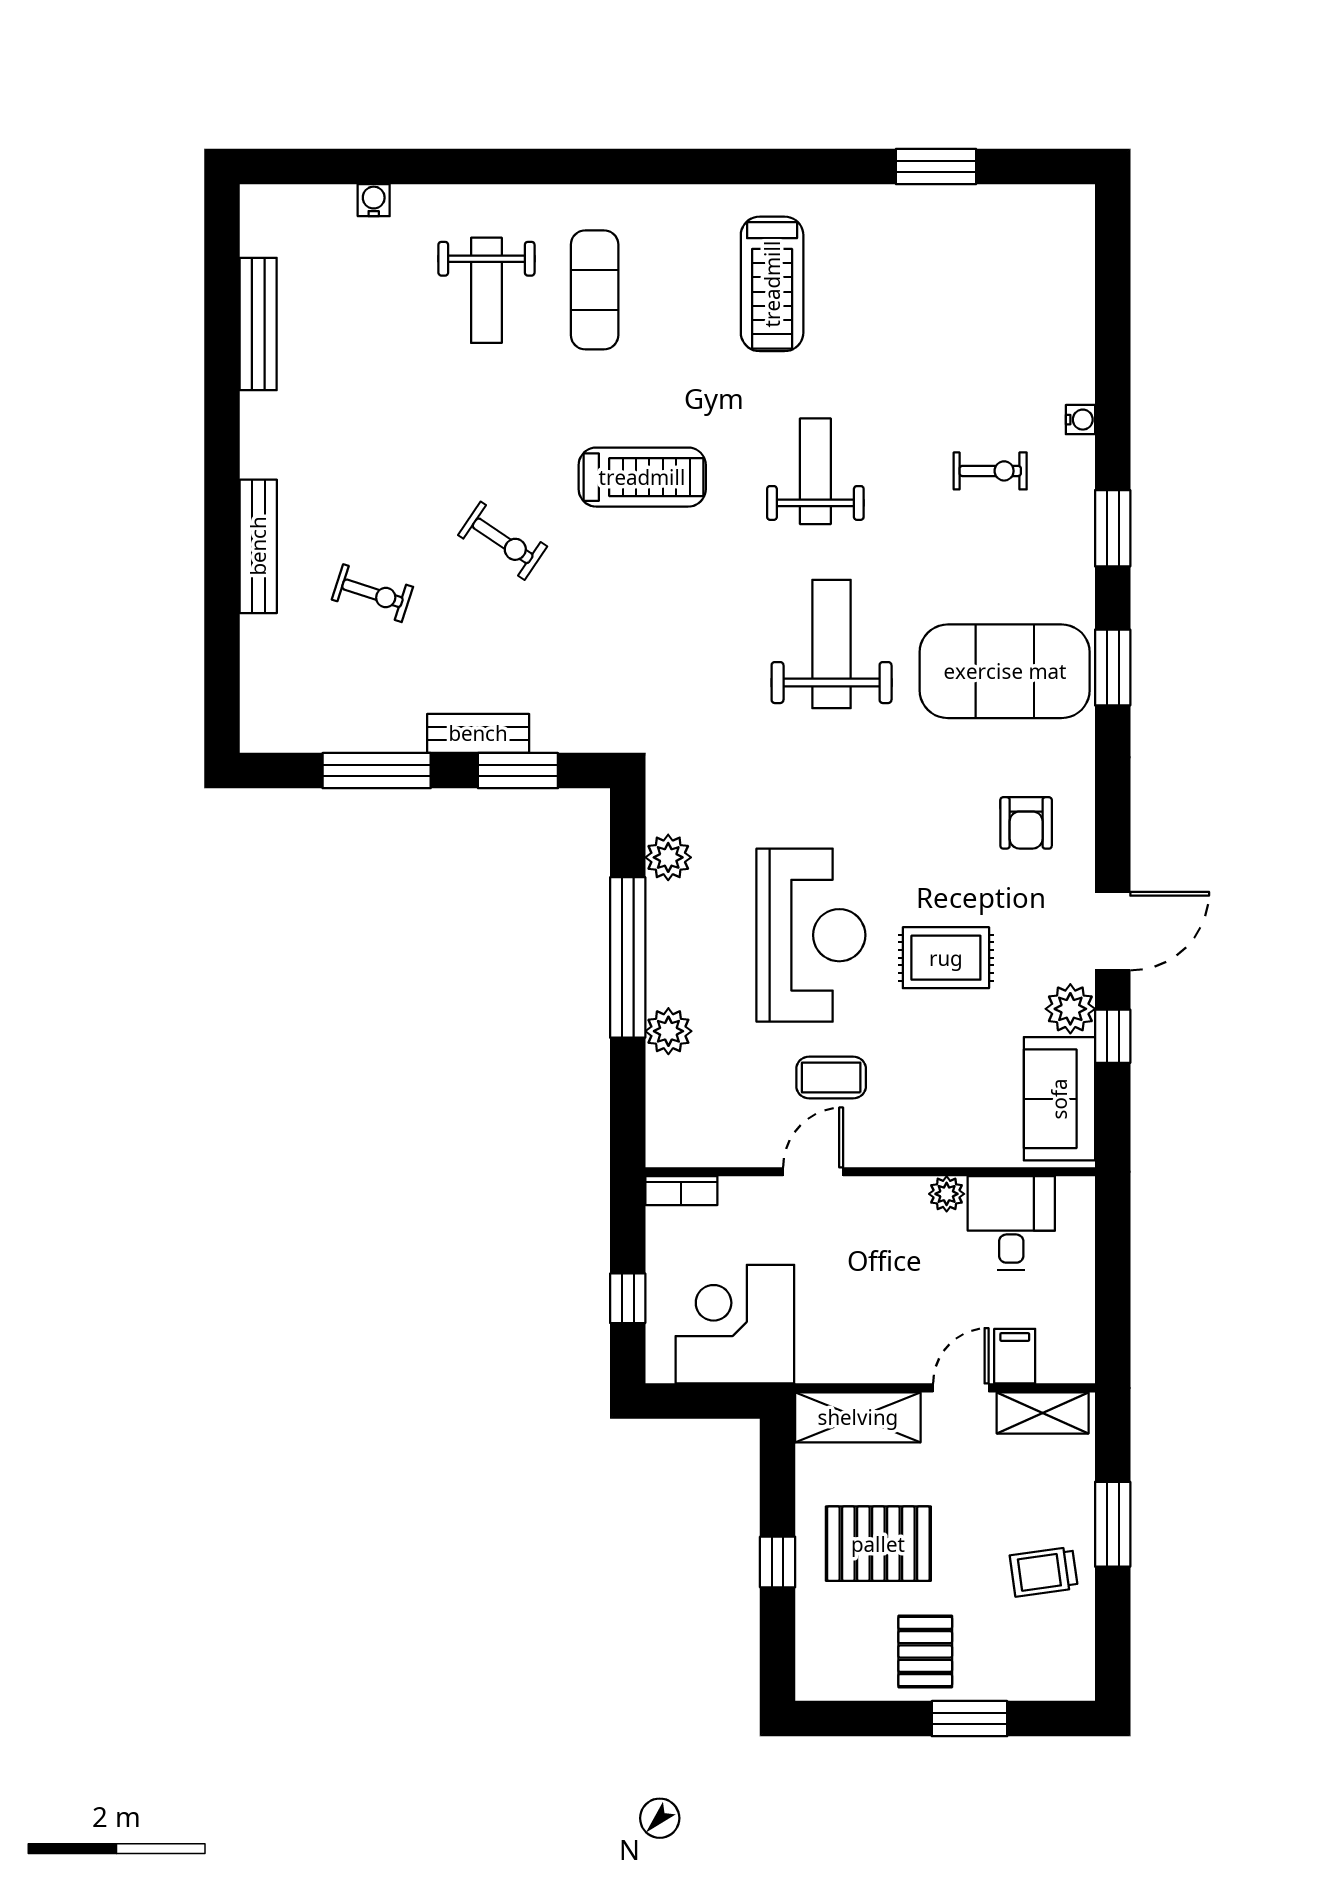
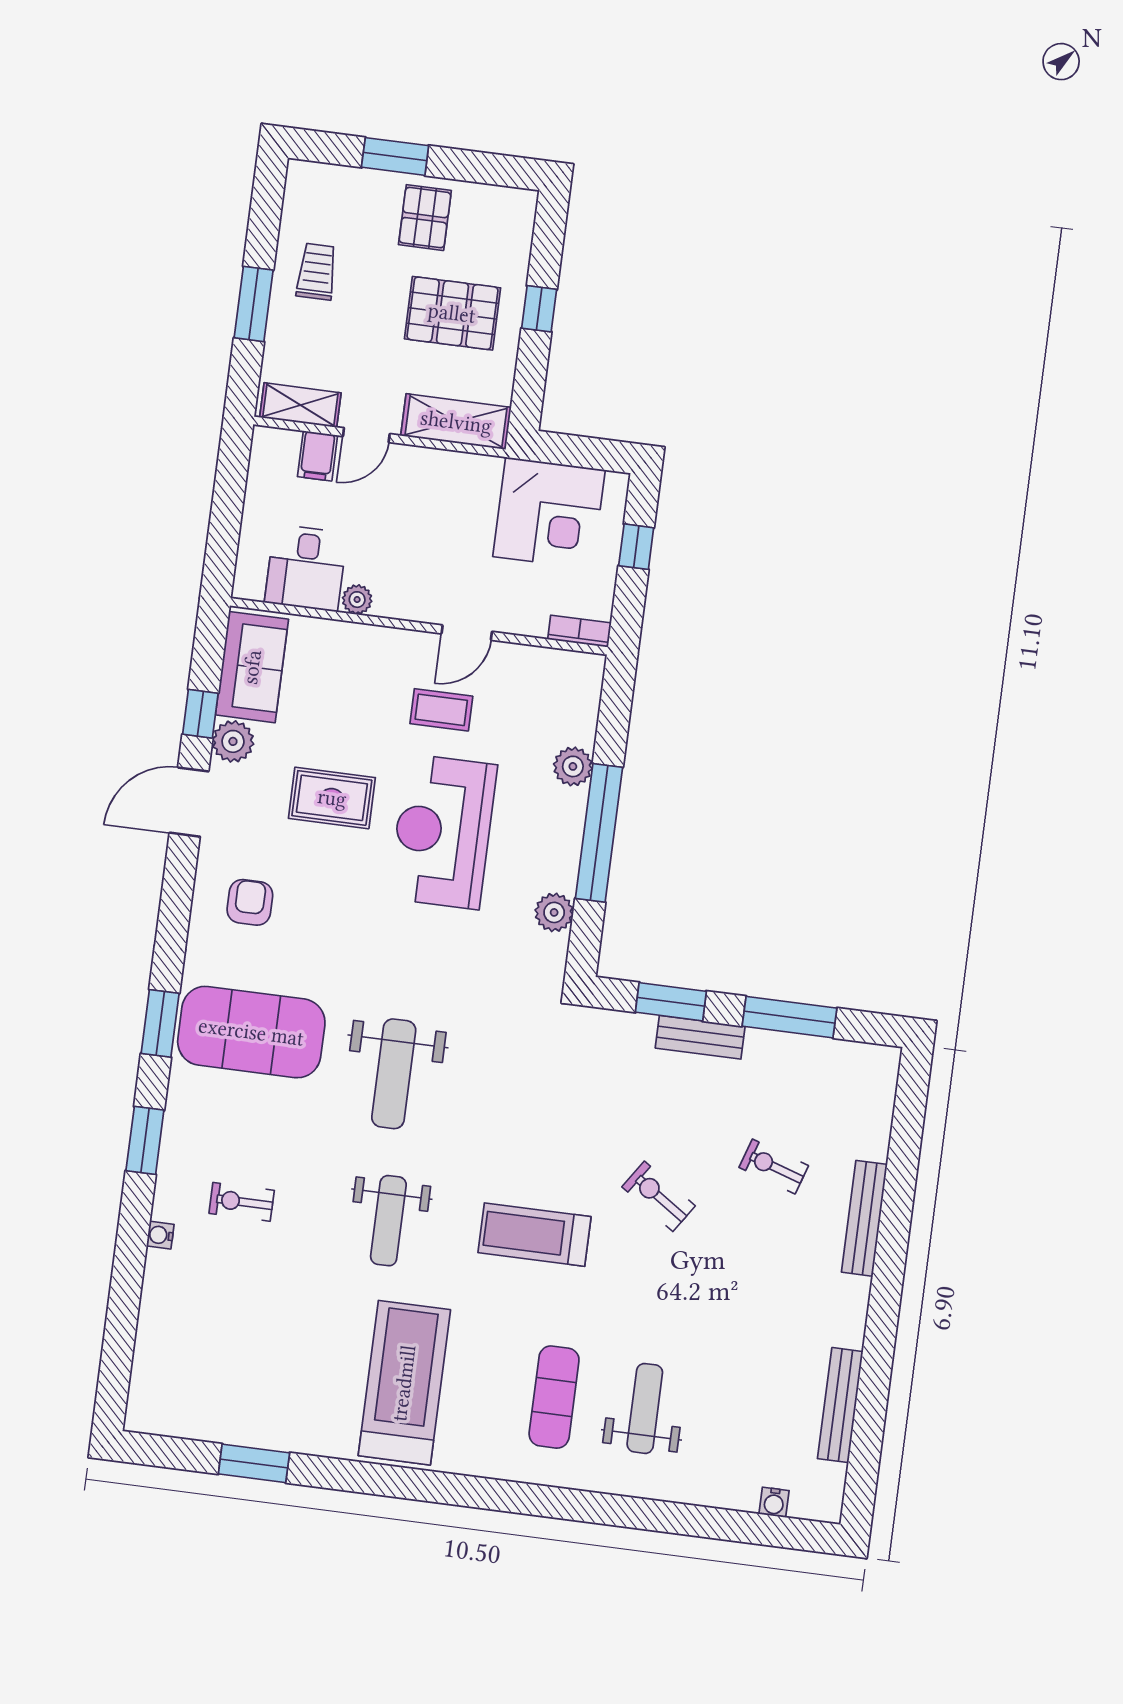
water cooler: (374, 200) -> (774, 1502), moved
treadmill: (772, 284) -> (404, 1383), width x1.37, depth x1.38
trolley: (1044, 1572) -> (317, 272), turned -82

